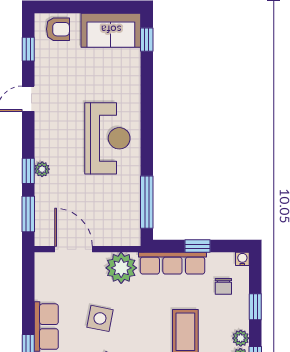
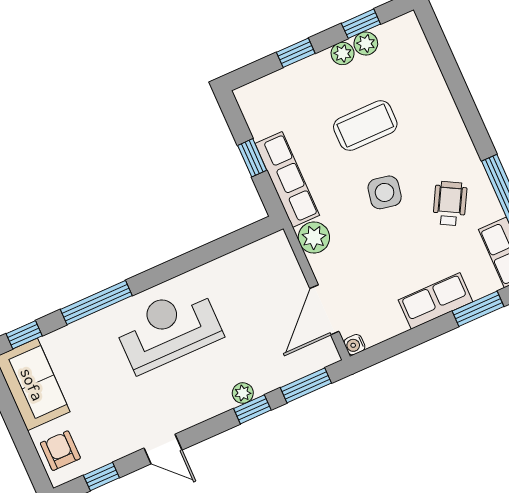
window: (147, 202) -> (96, 303), moved
water cooler: (242, 259) -> (354, 345), moved
plant: (121, 268) -> (314, 238), width x0.73, depth x0.73
chair: (223, 286) -> (288, 103), removed
side table: (100, 318) -> (385, 192), moved

